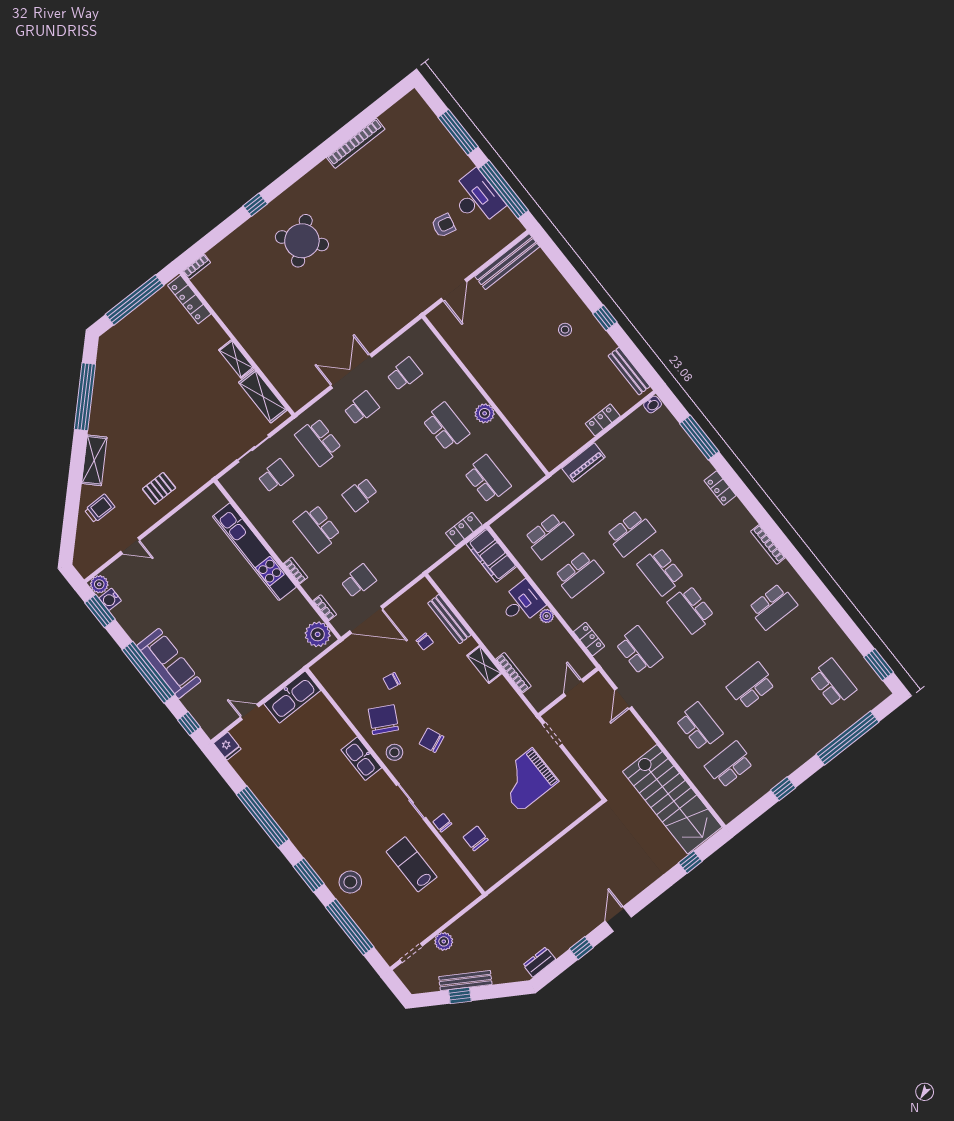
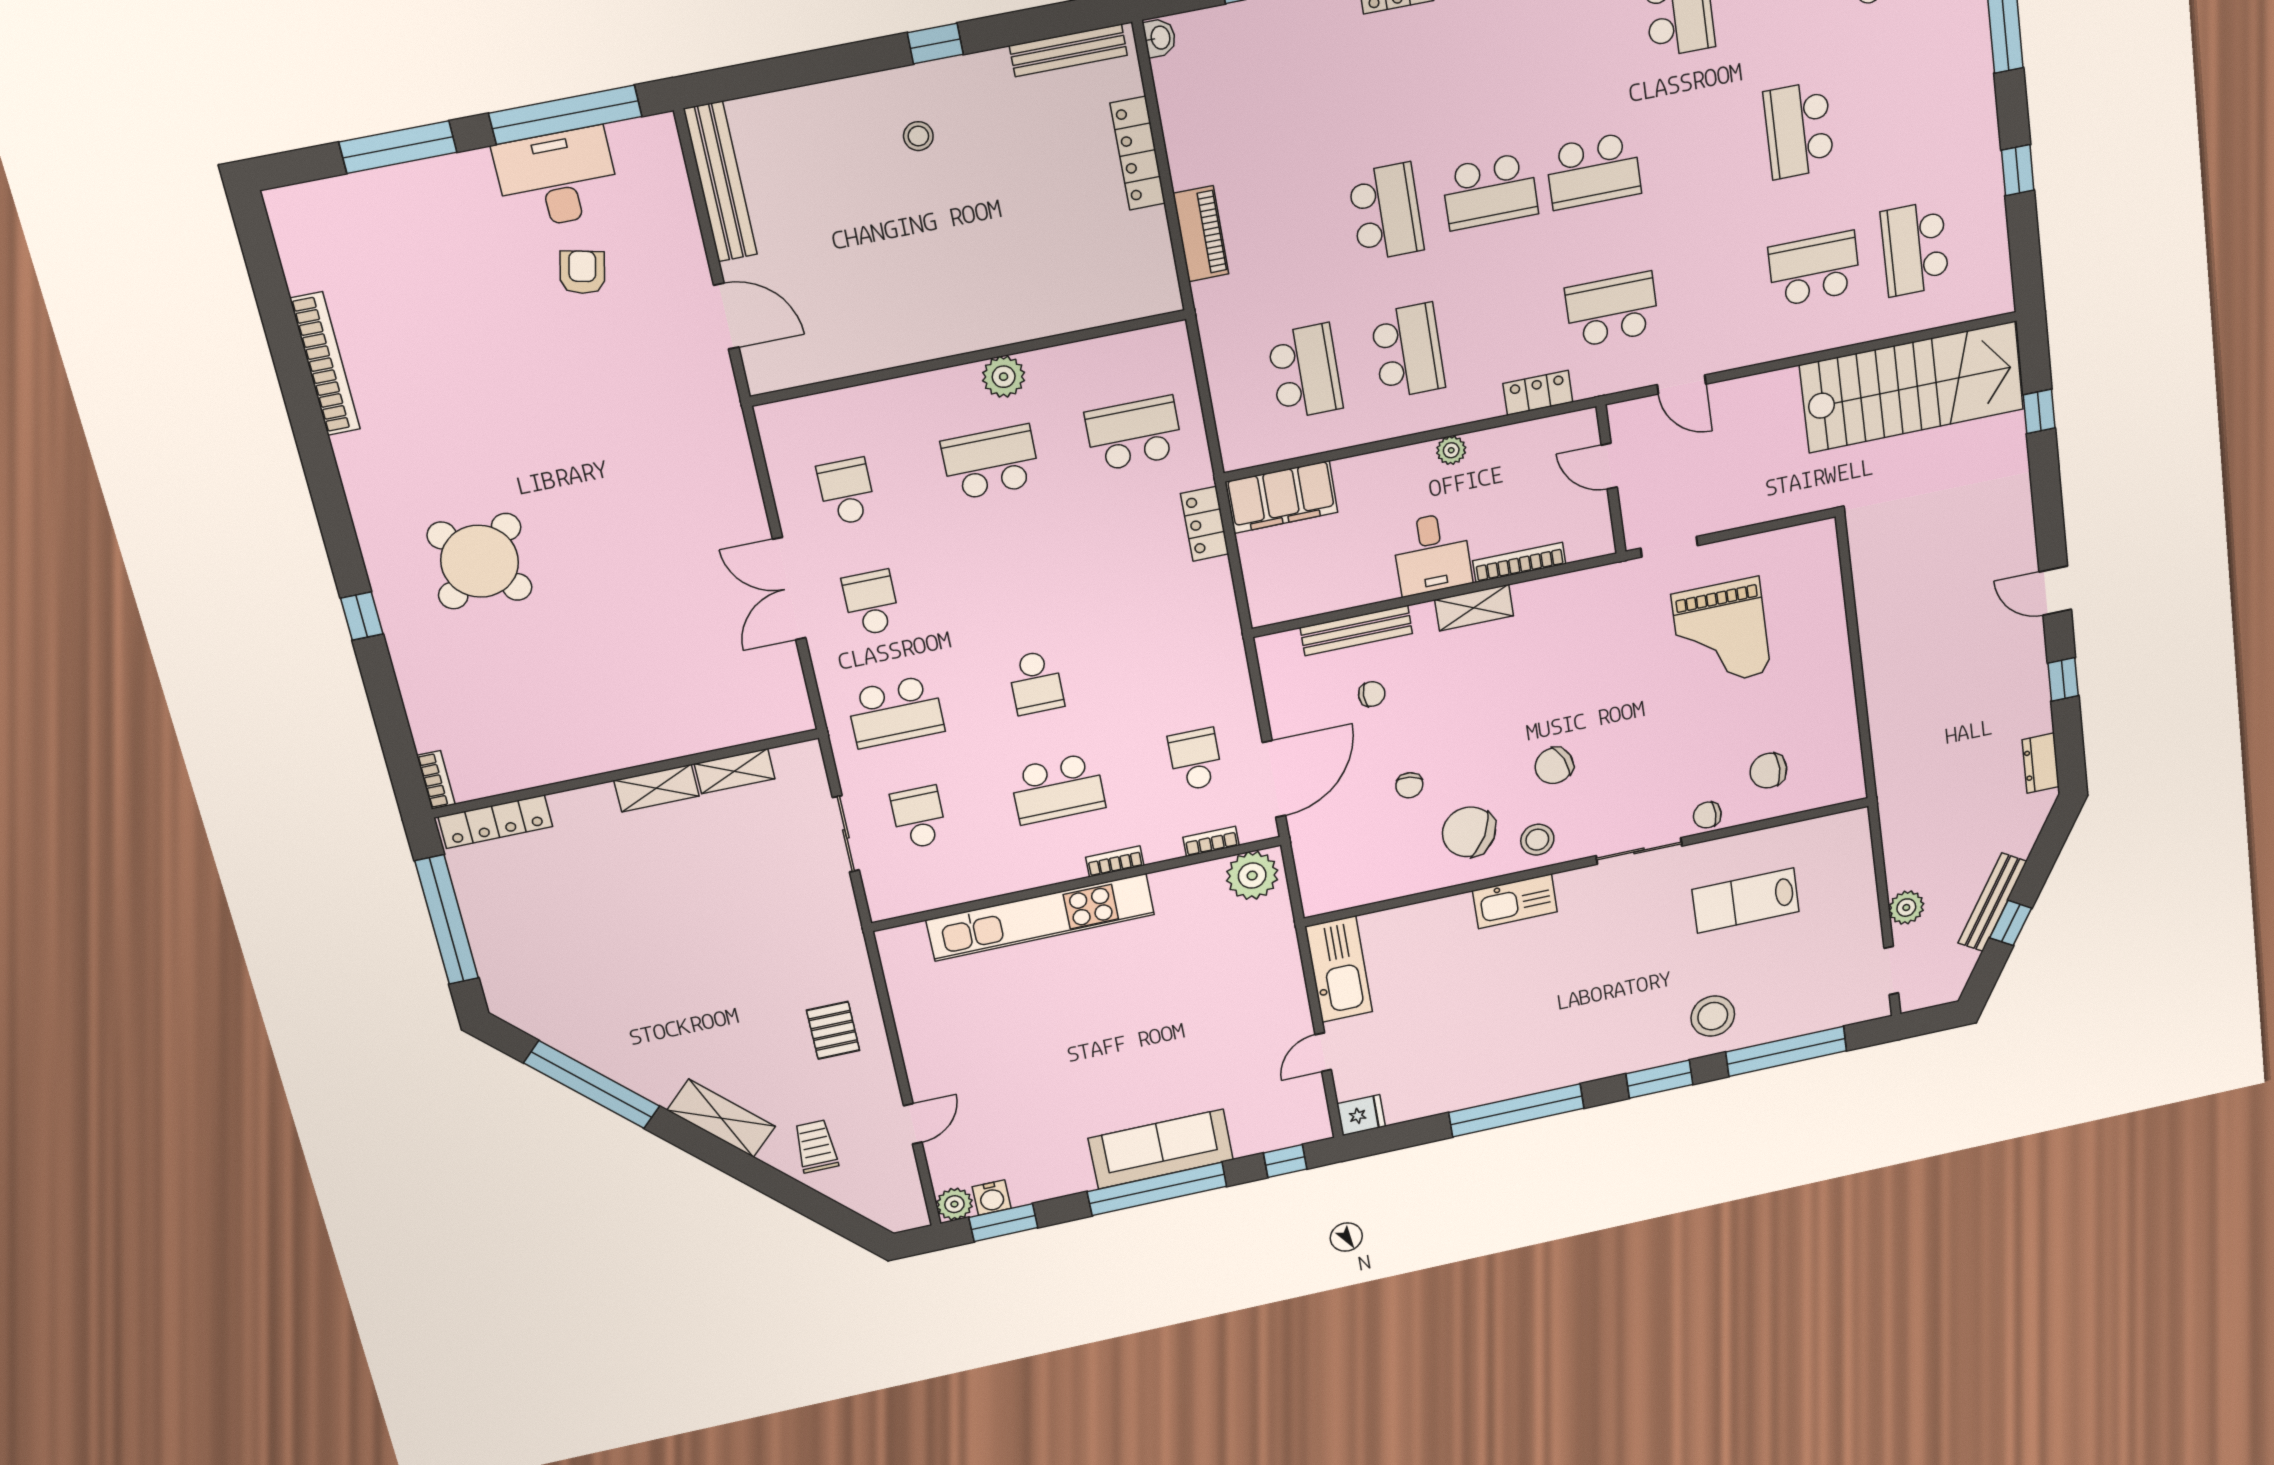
shelving: (263, 396) -> (735, 771), width x0.67, depth x0.75
locker: (603, 420) -> (1138, 153), width x1.53
desk: (522, 603) -> (1432, 554), moved, turned 180

